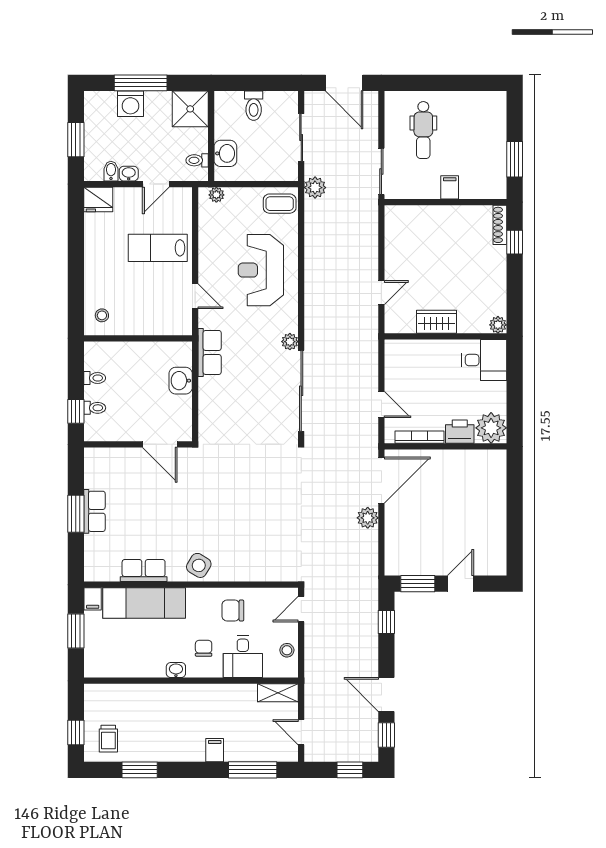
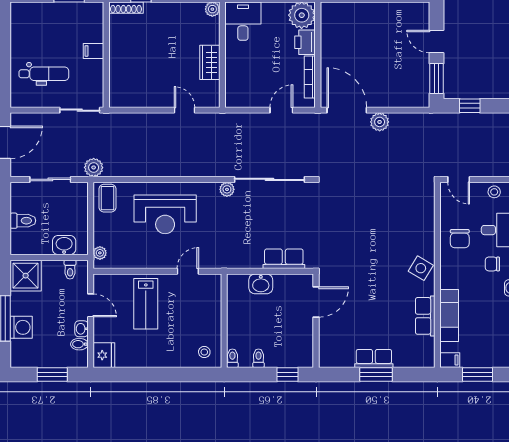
row of seats: (210, 352) -> (284, 259), moved
toilet: (95, 408) -> (232, 358), moved
exam couch: (144, 603) -> (449, 316), width x0.73, depth x0.69

